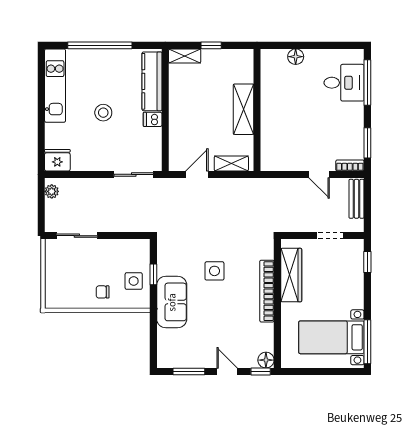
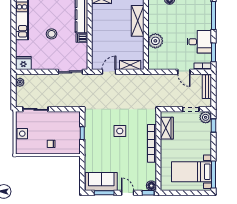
desk: (344, 83) -> (199, 42), moved
shelving: (243, 109) -> (138, 21), moved
plant: (273, 124) -> (155, 41), added
plant: (354, 249) -> (206, 117), added
wardrobe: (291, 275) -> (167, 128), width x0.67
side table: (134, 281) -> (22, 134), moved
sofa: (172, 302) -> (101, 181), moved, turned -90

